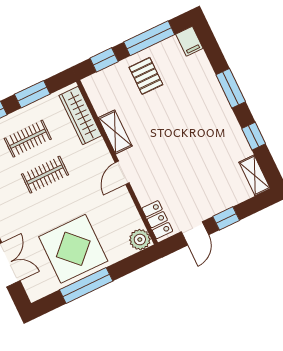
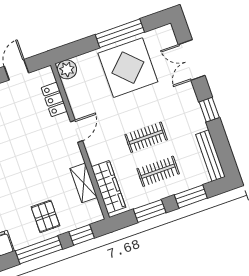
shelving: (115, 132) -> (84, 183), moved
locker: (157, 220) -> (54, 99), moved

